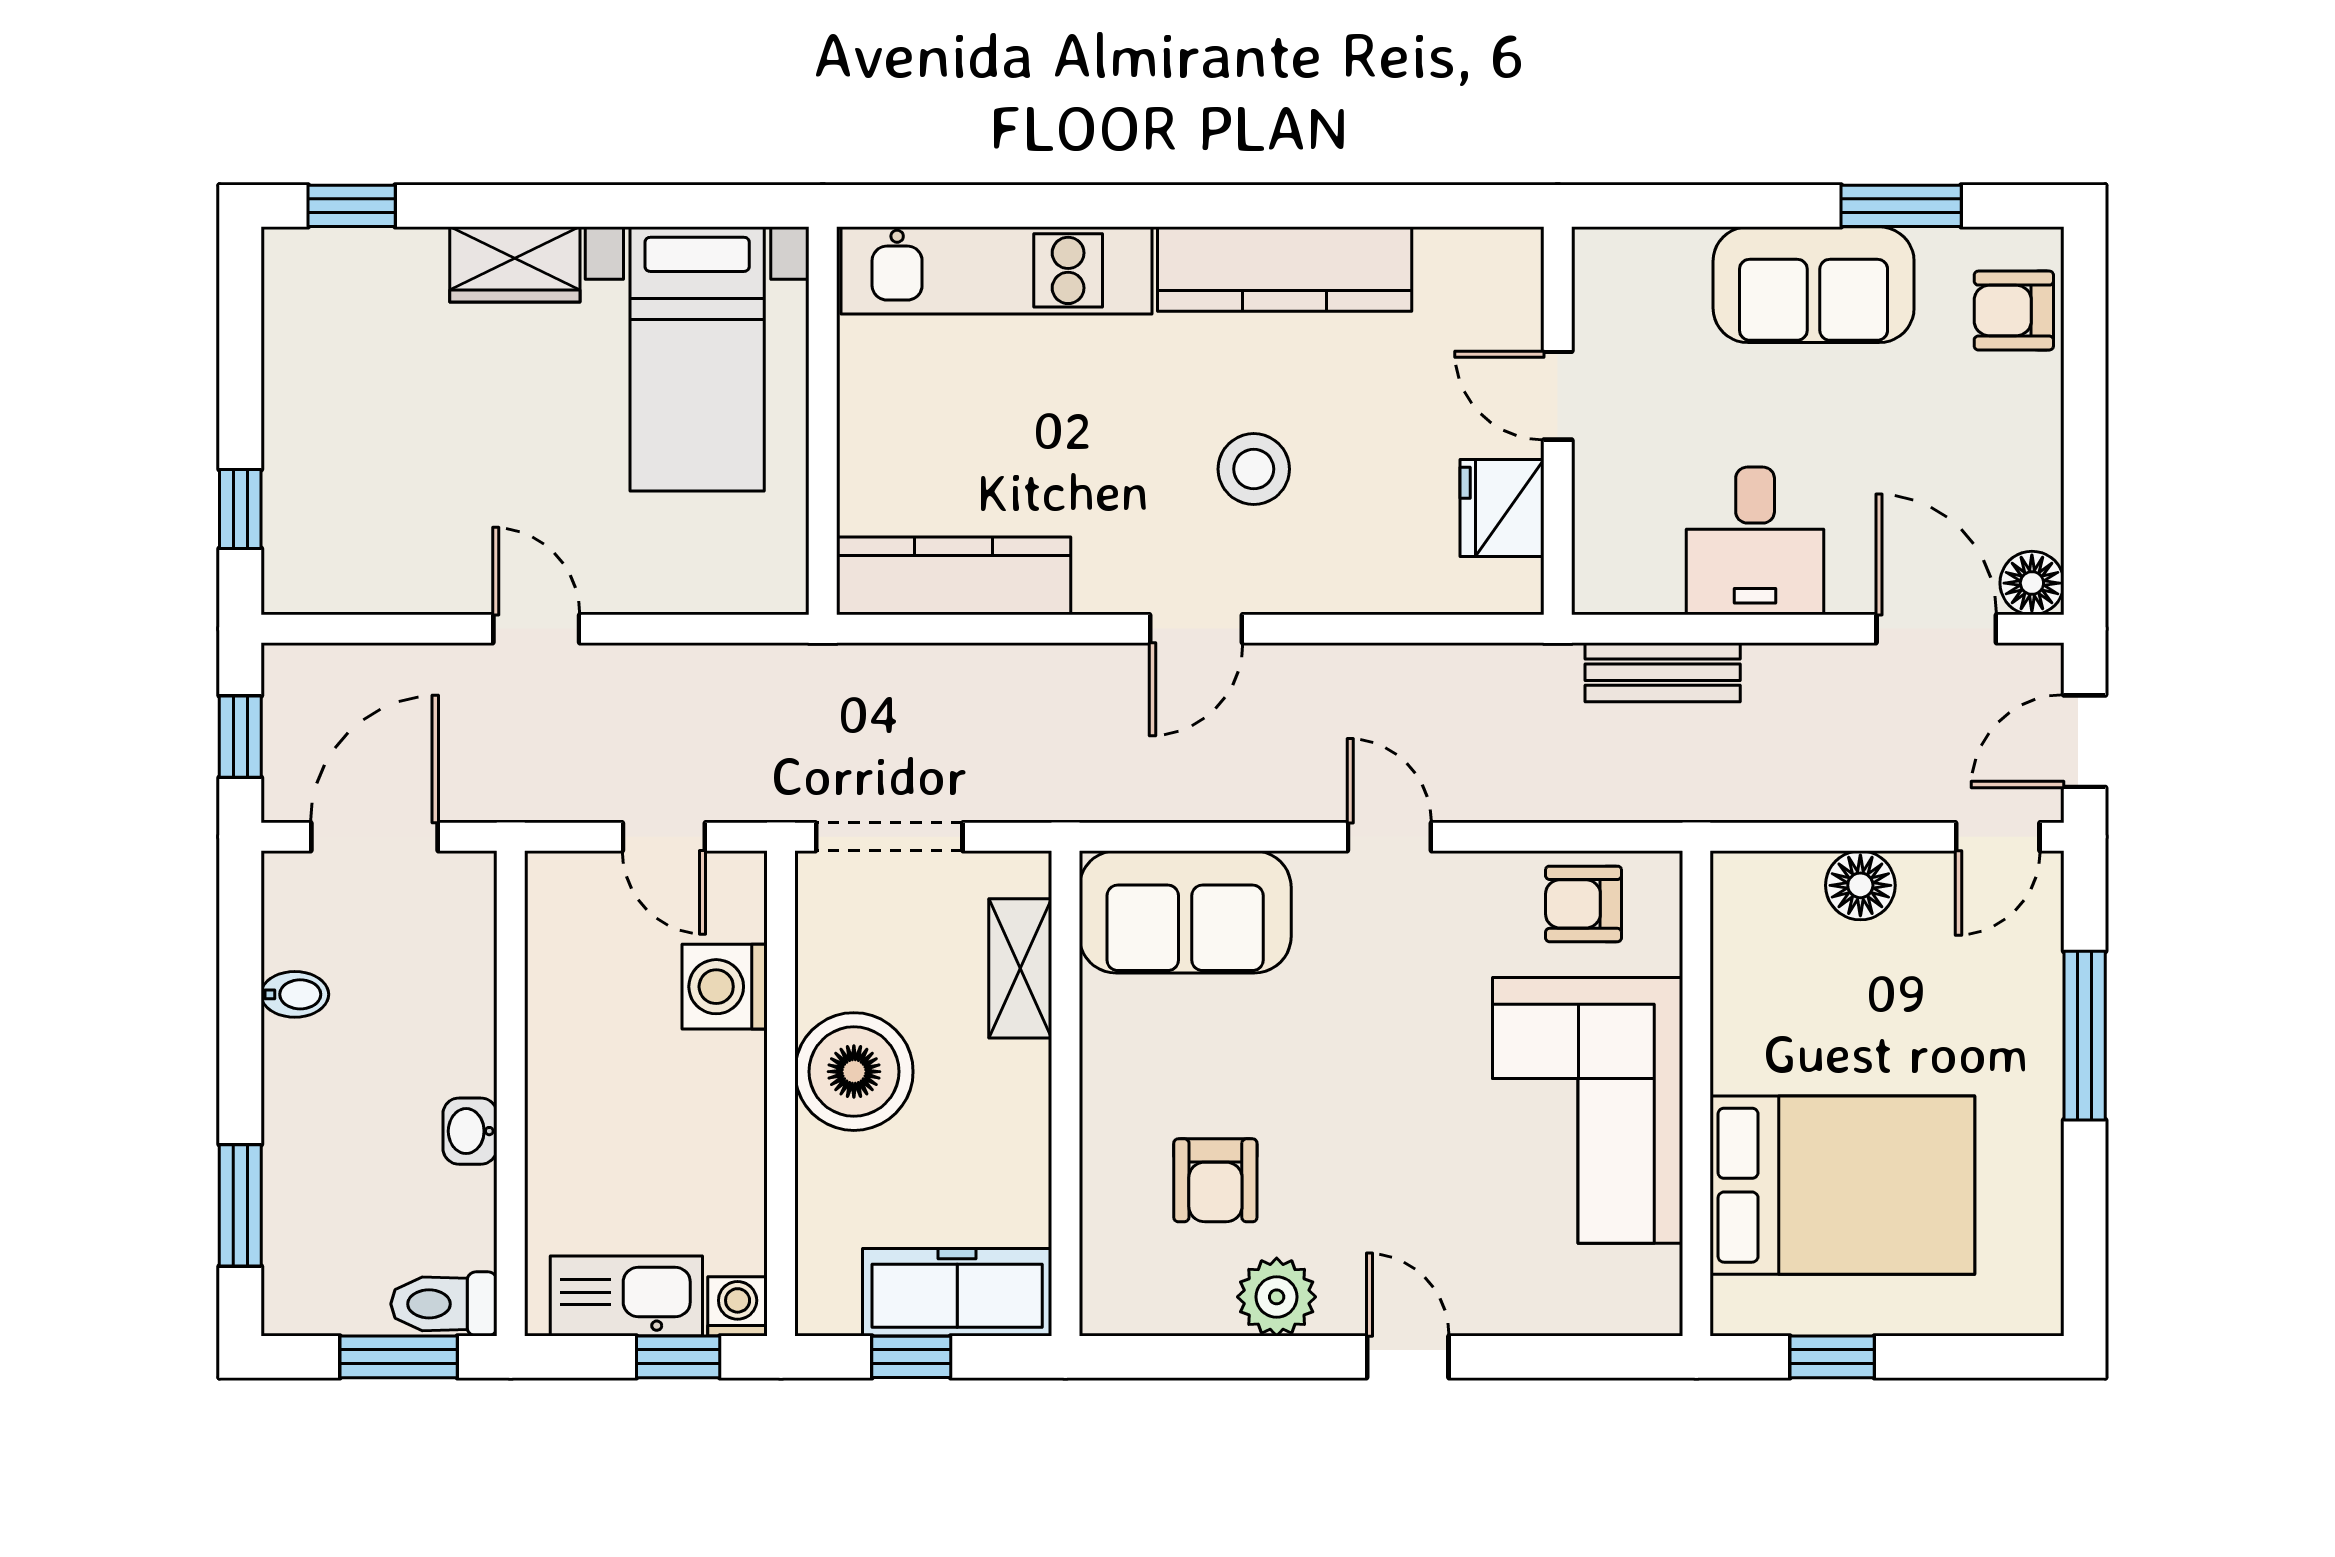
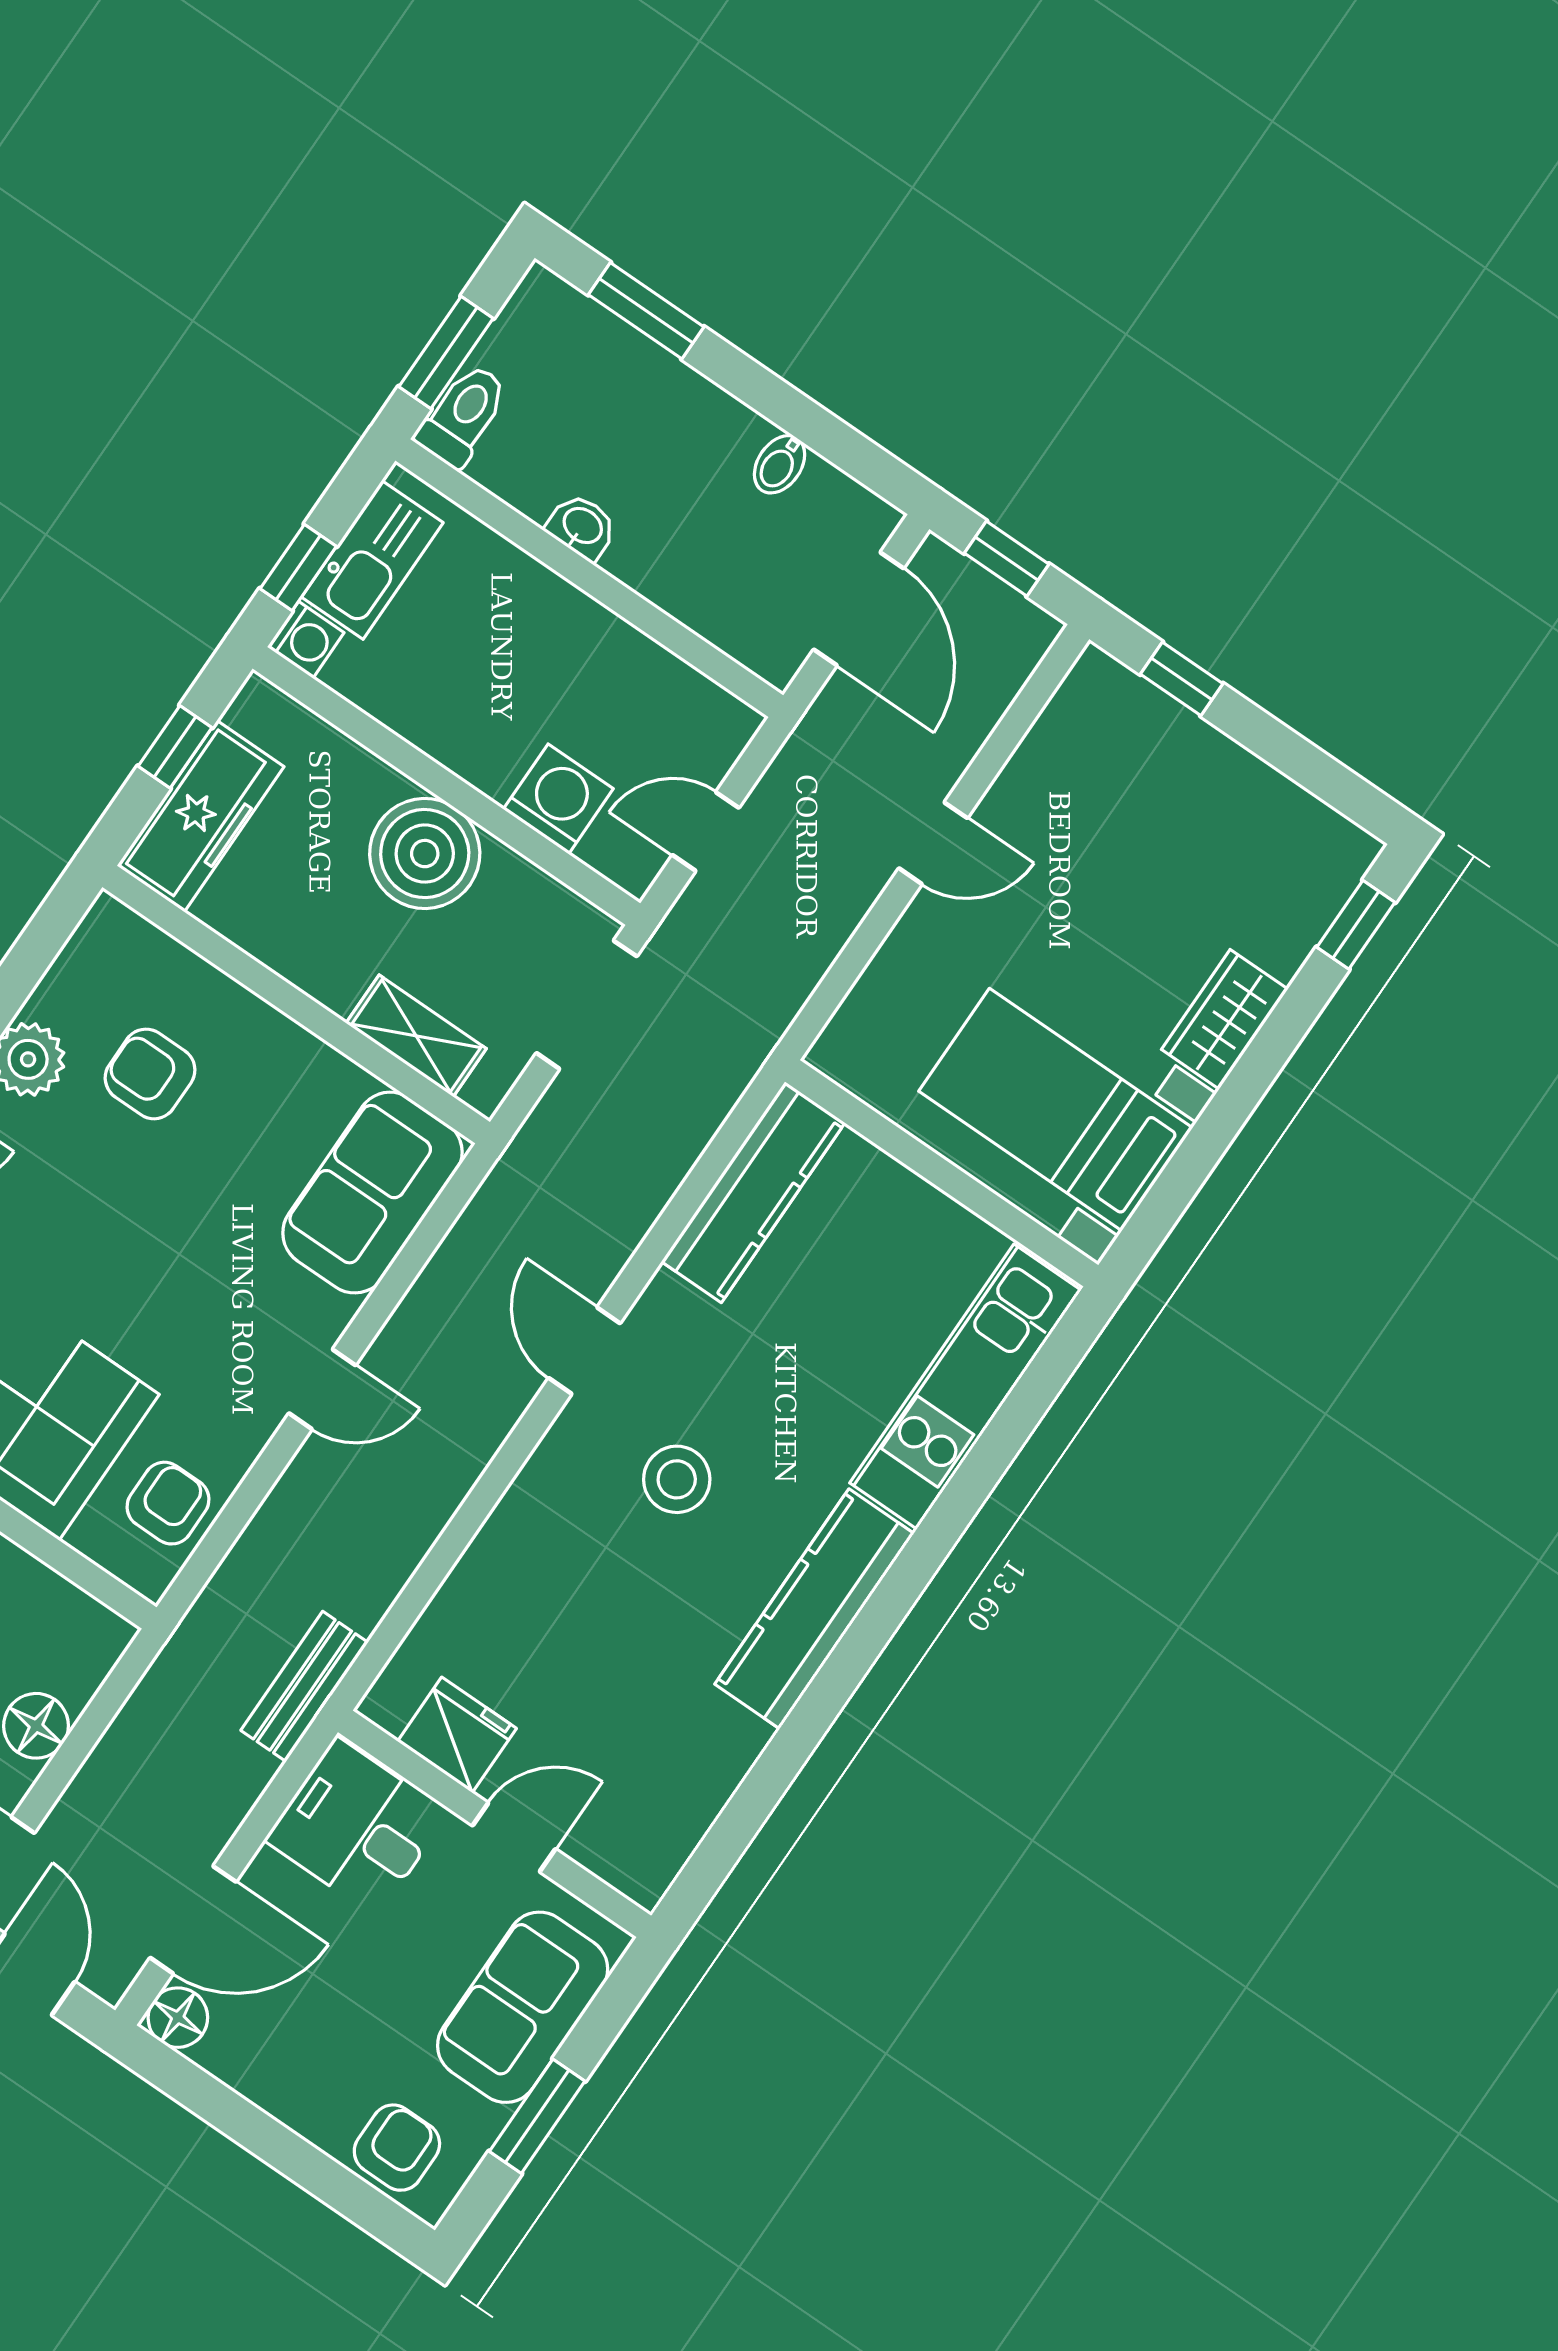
door: (1558, 396) -> (514, 1837), moved
wall: (1558, 421) -> (495, 1824), moved
fridge: (1502, 508) -> (457, 1735), moved

